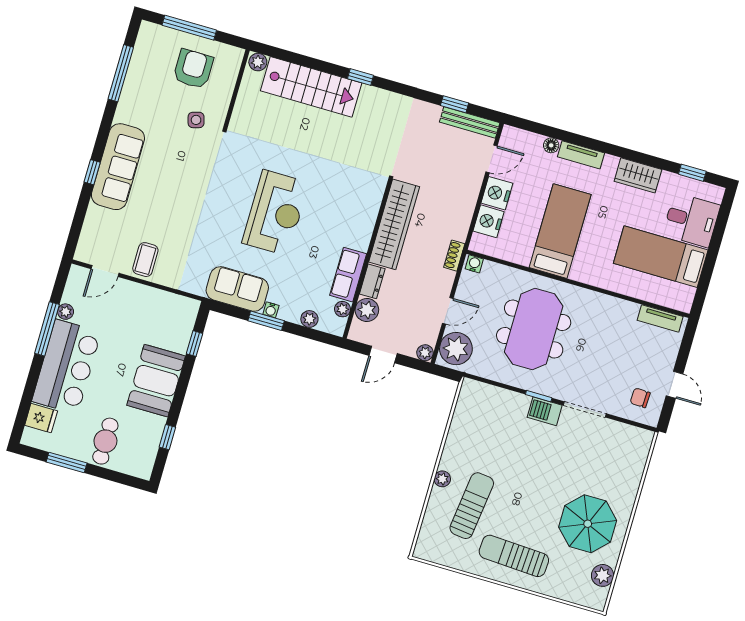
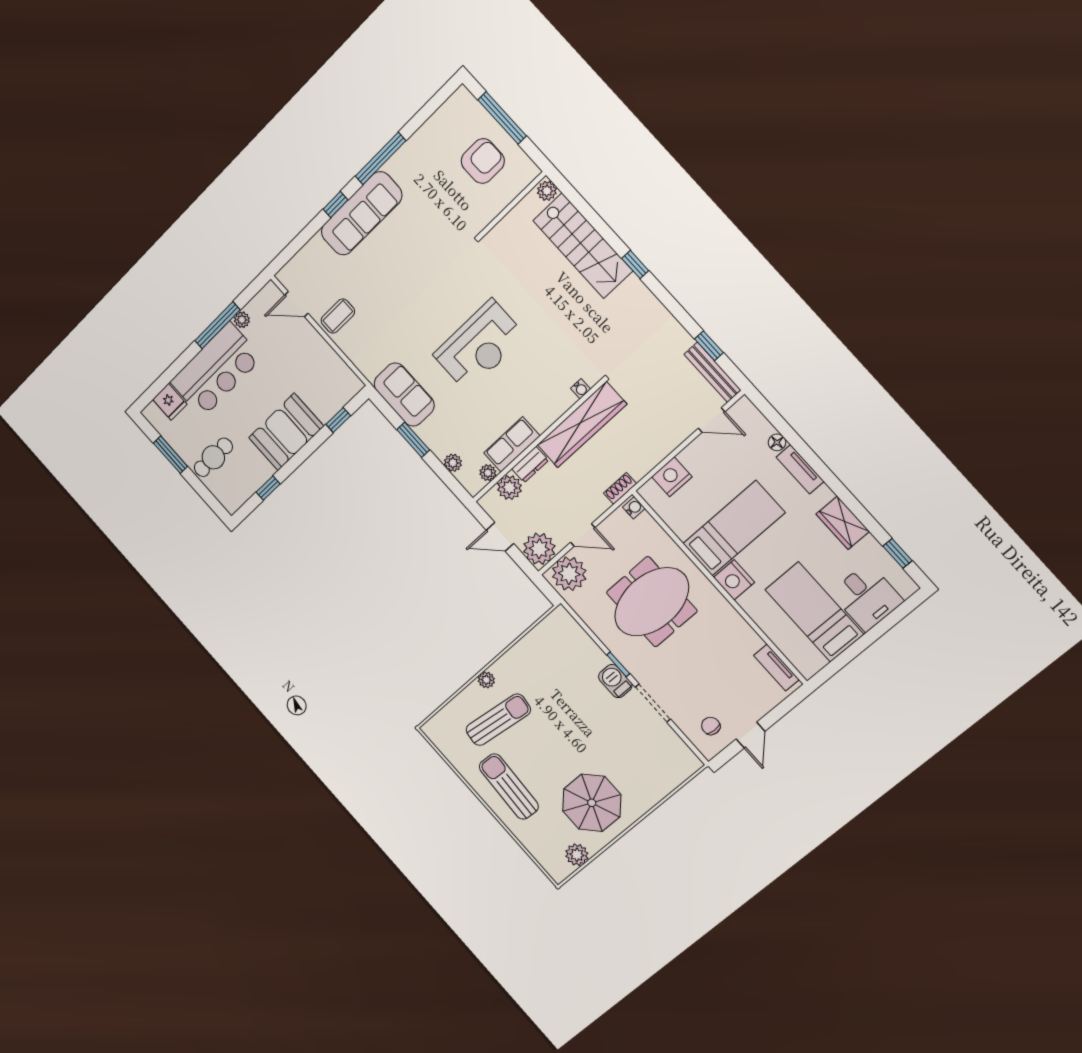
window: (121, 73) -> (381, 158), moved
side table: (196, 120) -> (457, 212), removed
nightstand: (497, 193) -> (734, 580), moved, turned -90
water cooler: (271, 310) -> (581, 389), moved, turned -90
plant: (425, 353) -> (539, 549), width x1.87, depth x1.87

